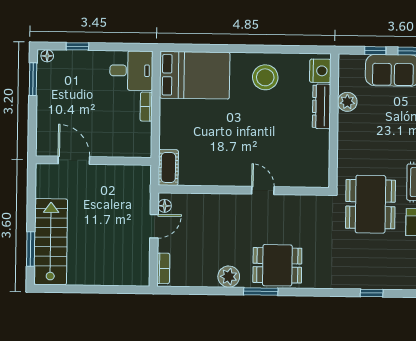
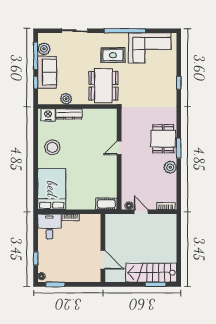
door: (74, 160) -> (103, 260), swing flipped
dining table: (370, 204) -> (103, 86), moved, turned 90

